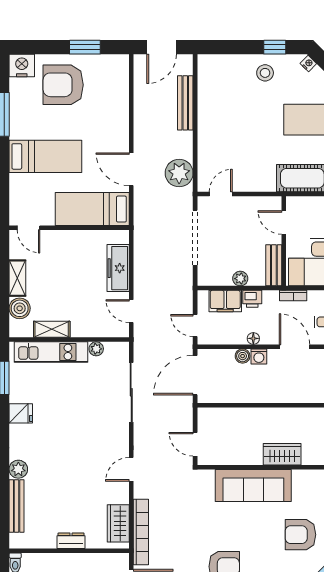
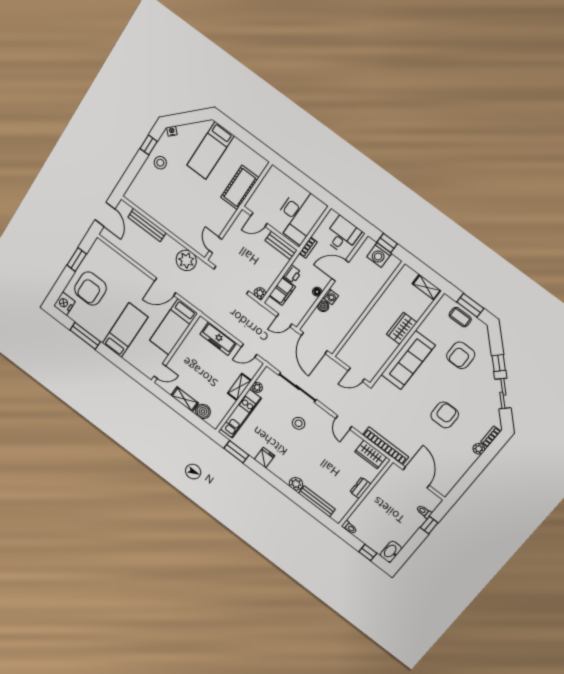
plant: (240, 279) -> (260, 293), moved
shelving: (52, 329) -> (239, 387), moved
stool: (91, 422) -> (299, 423), added

